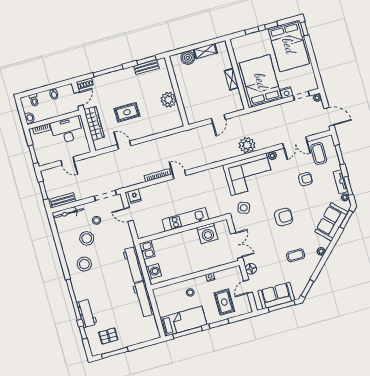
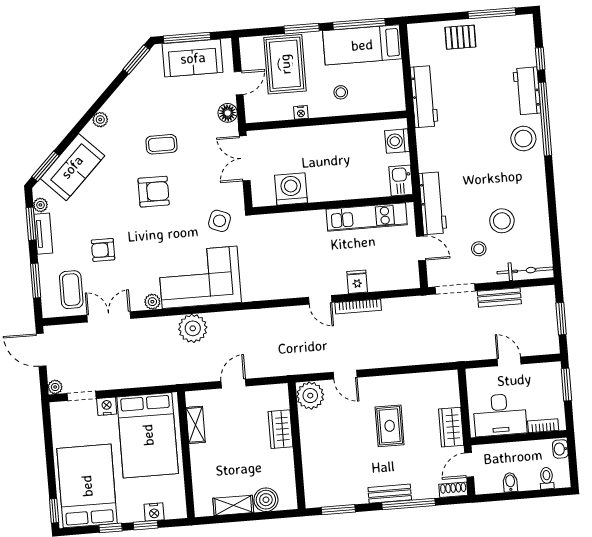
nightstand: (249, 39) -> (154, 512), added
bench: (146, 67) -> (390, 494), moved
shelving: (231, 79) -> (196, 425), moved
wardrobe: (187, 99) -> (281, 429), added
plant: (169, 100) -> (310, 396), moved
rug: (127, 112) -> (390, 426), turned 90
wardrobe: (94, 123) -> (451, 427), width x0.67
door: (124, 145) -> (345, 375), moved
fridge: (135, 196) -> (357, 282), moved
bench: (63, 200) -> (499, 297), moved
armchair: (284, 217) -> (154, 192), turned 180
kitchen unit: (185, 219) -> (367, 217), moved
coffee table: (296, 255) -> (162, 144), moved
stool: (84, 264) -> (523, 139), moved
workbench: (134, 265) -> (433, 203), moved
rug: (224, 302) -> (285, 64), width x1.36, depth x1.43
pallet: (108, 336) -> (460, 37), moved

